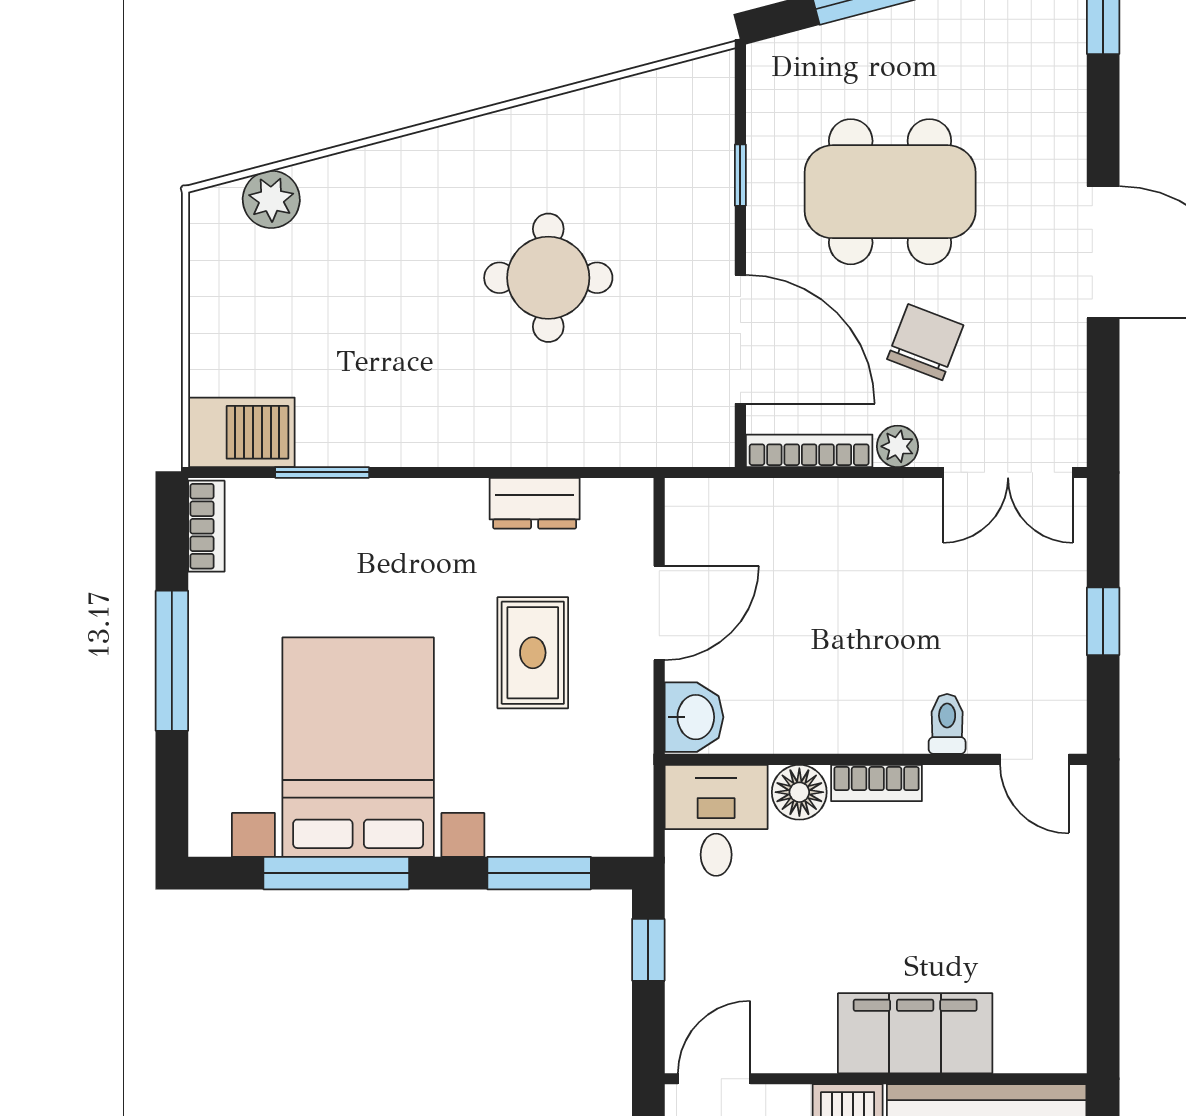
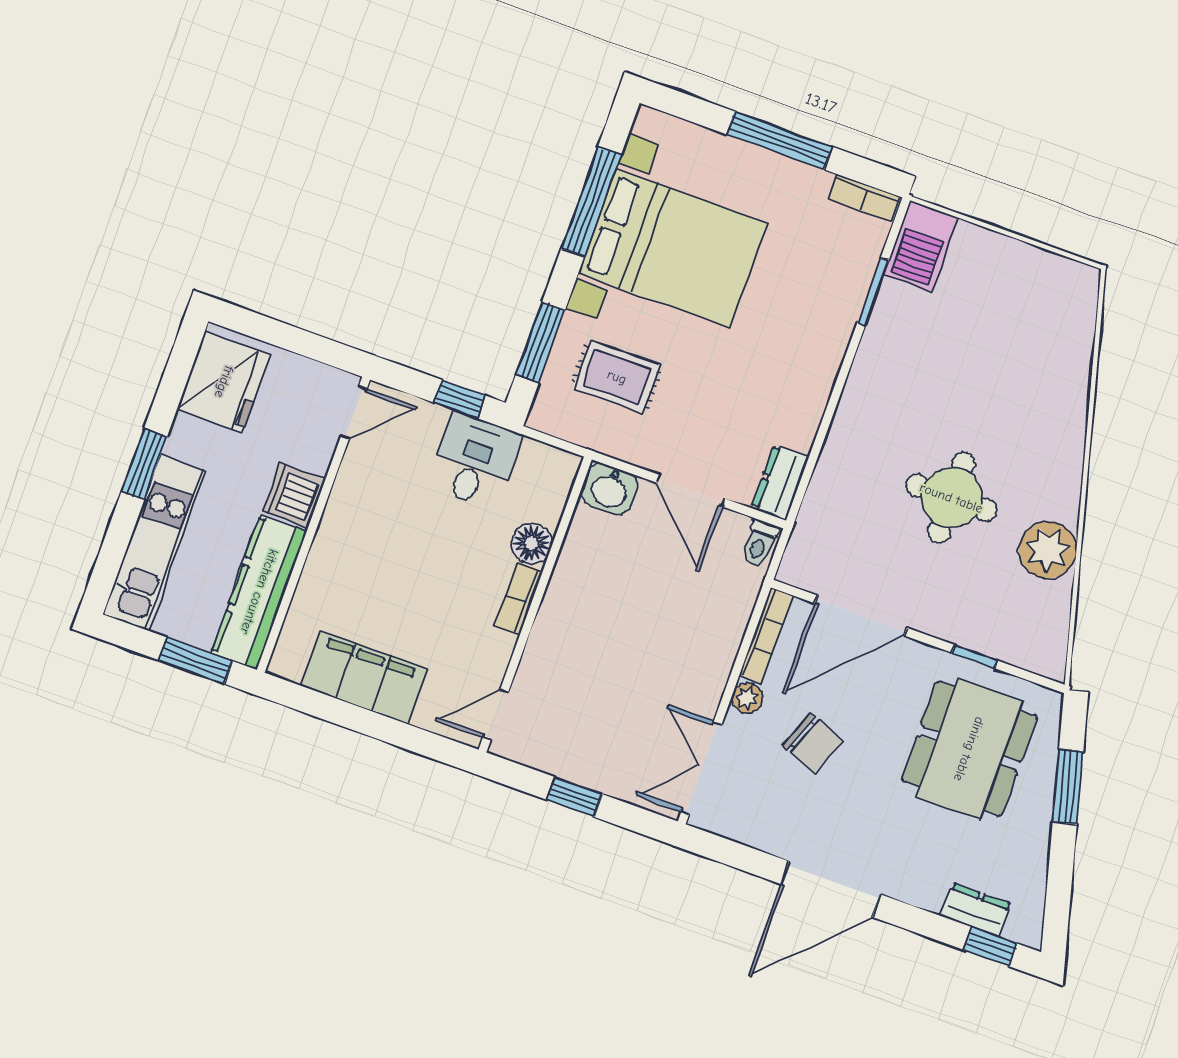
dresser: (1063, 57) -> (976, 910), added
dining table: (890, 192) -> (969, 749), moved
plant: (271, 199) -> (1048, 550), moved, width x1.36, depth x1.36
dresser: (535, 503) -> (780, 482), moved
rug: (533, 653) -> (617, 377), moved
toilet: (947, 724) -> (759, 543), moved, turned 90
desk: (716, 820) -> (475, 461), moved, turned -90
filing cabinet: (915, 1033) -> (364, 677), moved, turned -90
door: (714, 1079) -> (354, 413), hinge flipped

